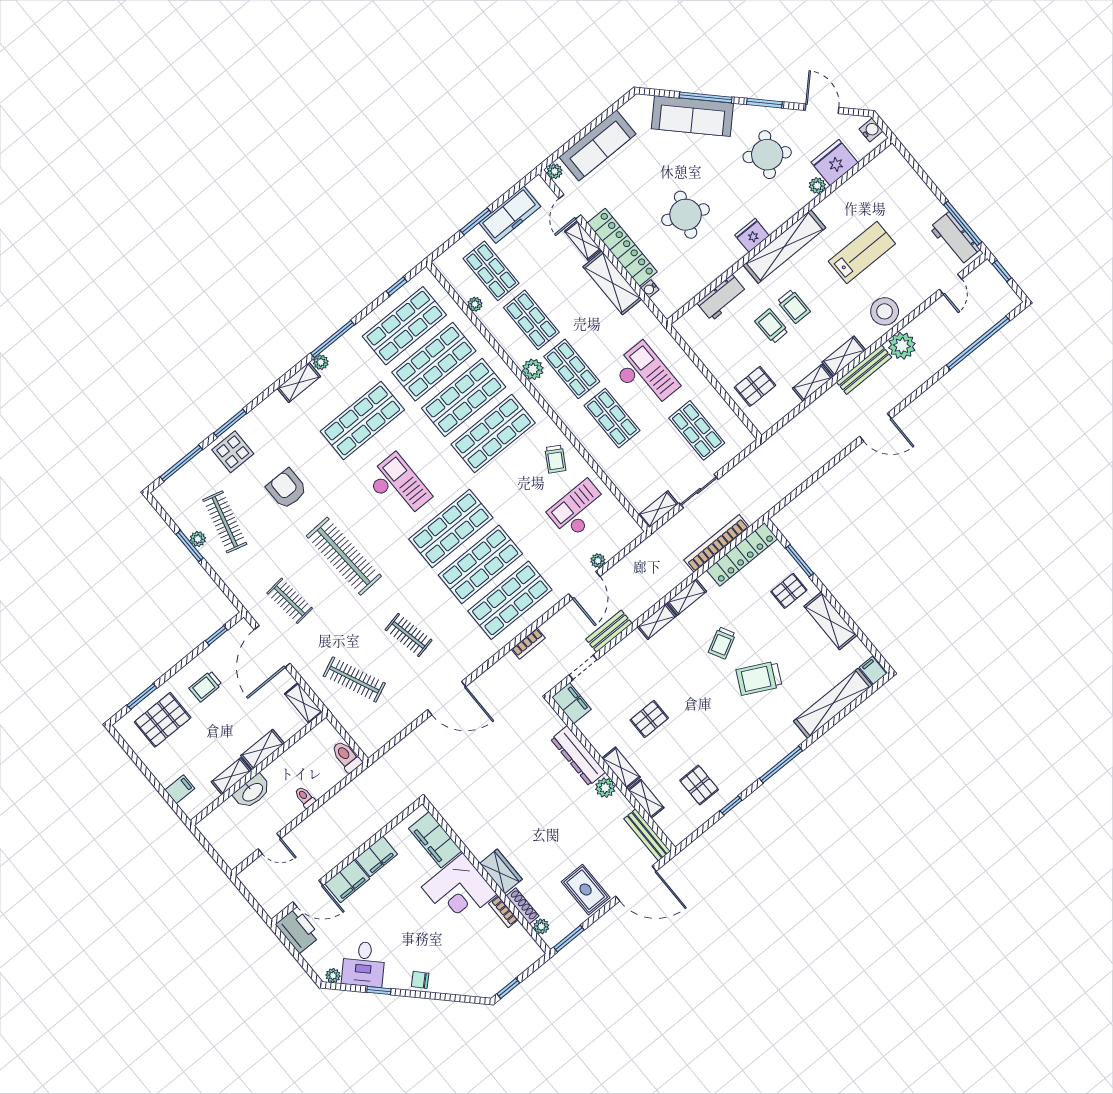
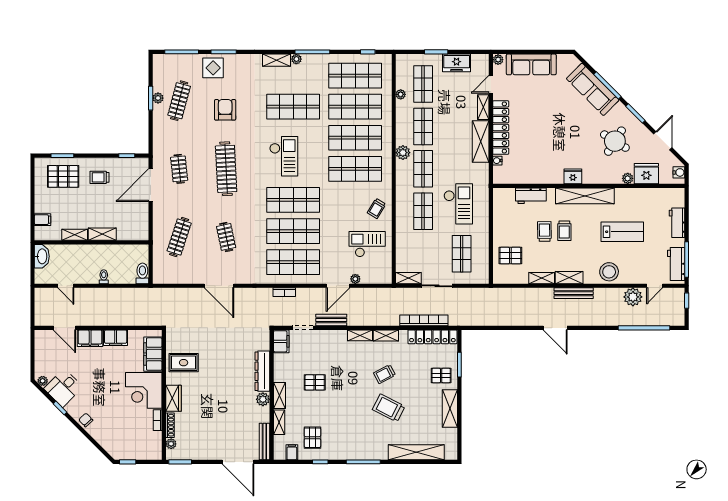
workbench: (917, 190) -> (677, 223), added
freezer: (510, 215) -> (457, 63), width x0.71
round table: (686, 215) -> (547, 137), removed
plant: (902, 346) -> (633, 297), moved
filing cabinet: (873, 670) -> (292, 452), moved
clothes rail: (354, 680) -> (179, 237), turned 42
shelving: (303, 703) -> (143, 227), removed
washbasin: (252, 792) -> (42, 256), moved, turned -90
rug: (586, 890) -> (184, 363), moved, turned 90
printer: (298, 930) -> (44, 343), removed

